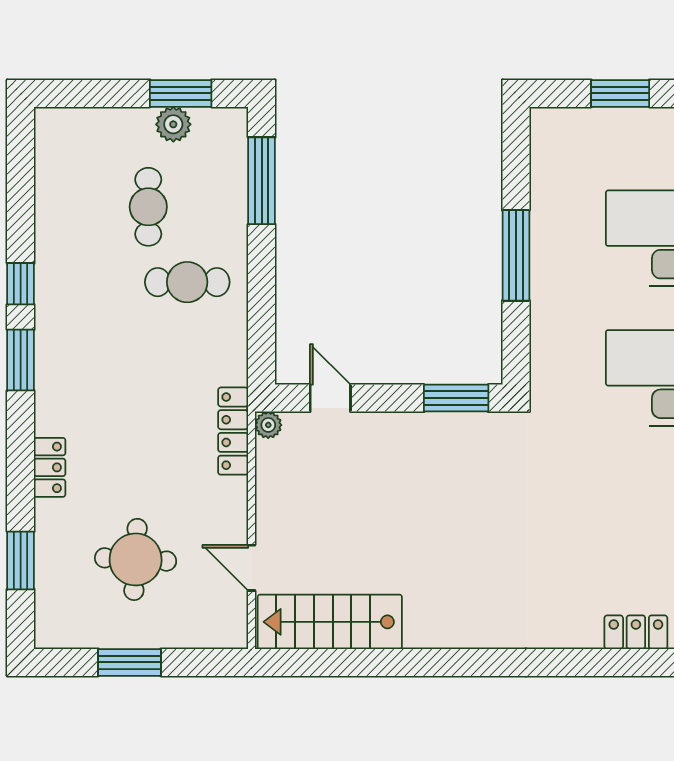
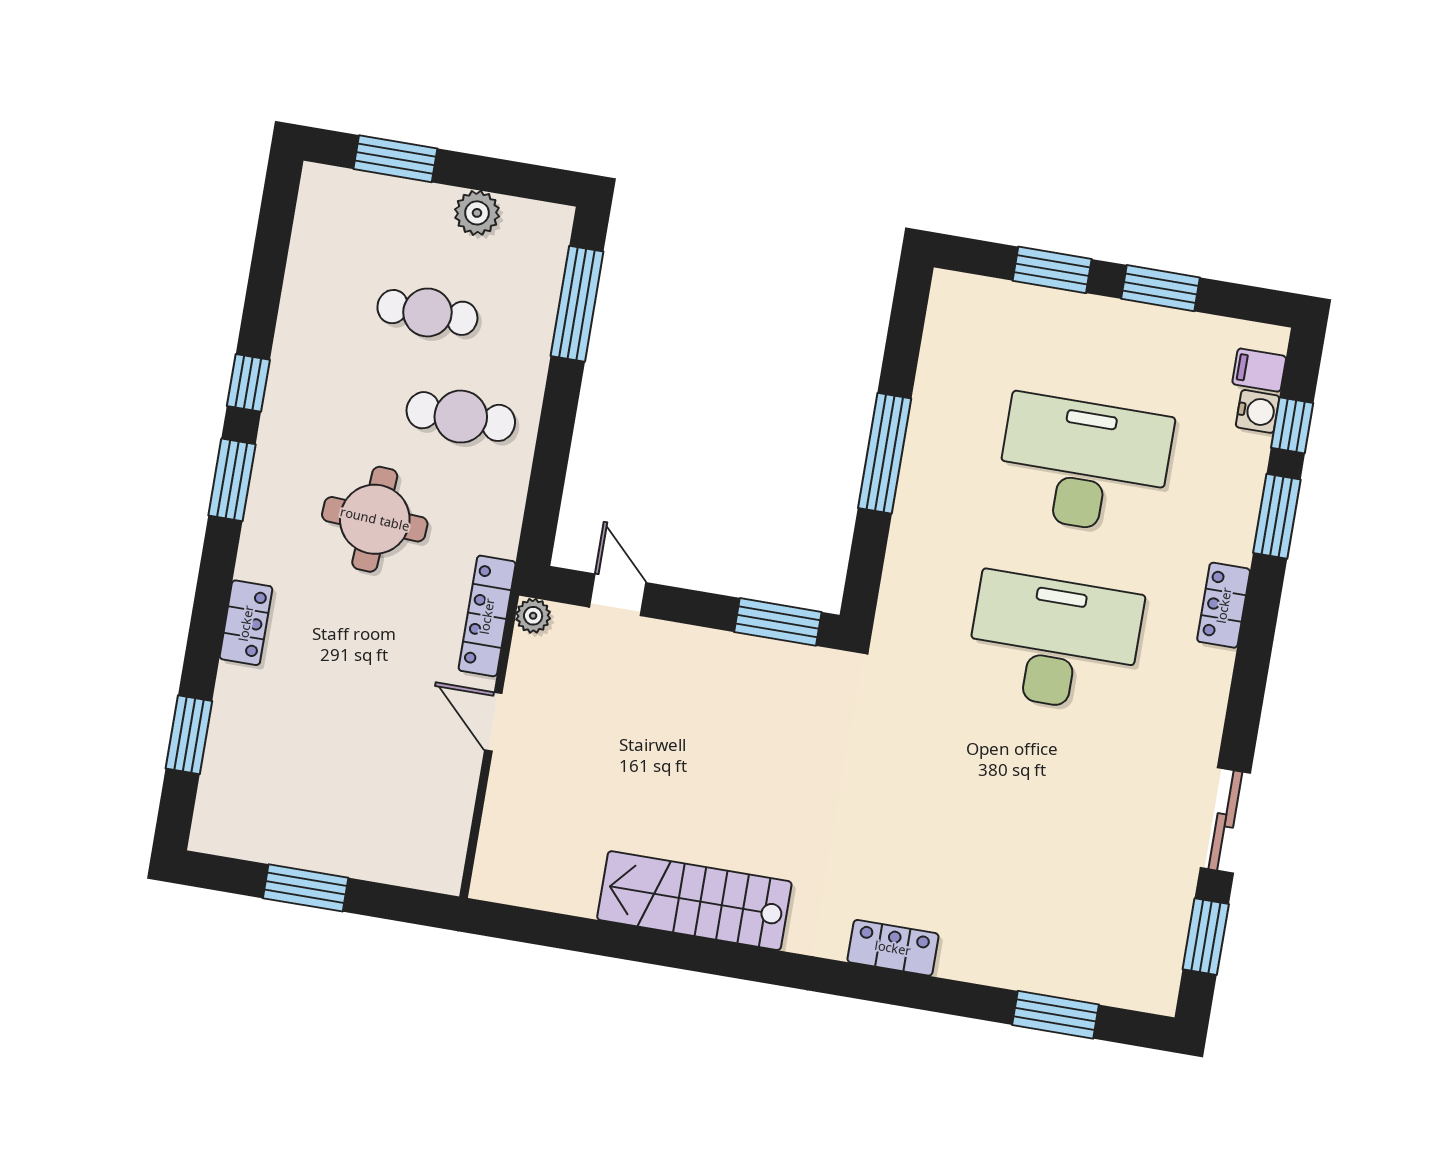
window: (181, 93) -> (395, 159), moved
cafe table: (148, 207) -> (427, 312), turned 90
round table: (136, 559) -> (375, 519), moved
door: (251, 568) -> (493, 722), moved
stairs: (330, 622) -> (694, 901), moved
locker: (636, 632) -> (893, 948), moved

